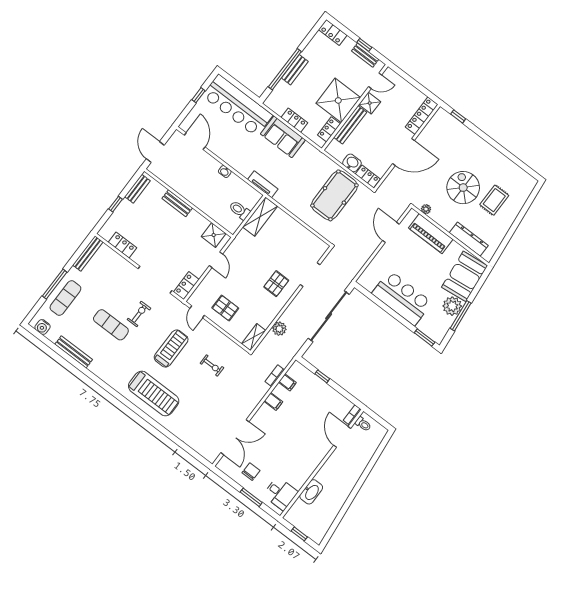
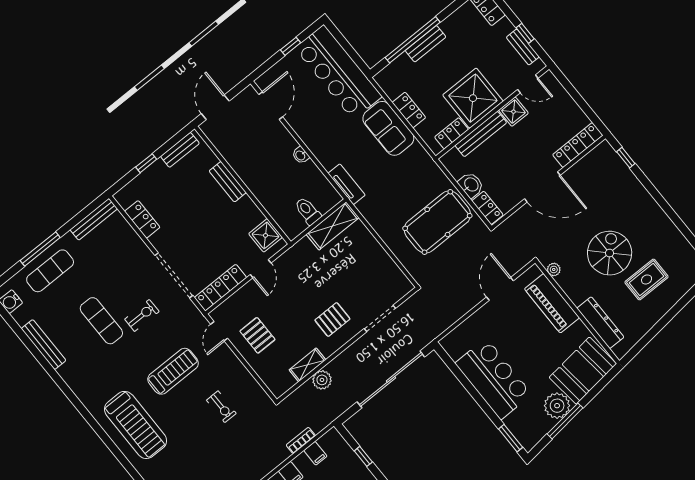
locker: (186, 286) -> (220, 288), width x1.53
shelving: (254, 337) -> (307, 365), moved

